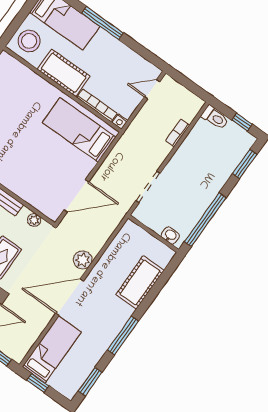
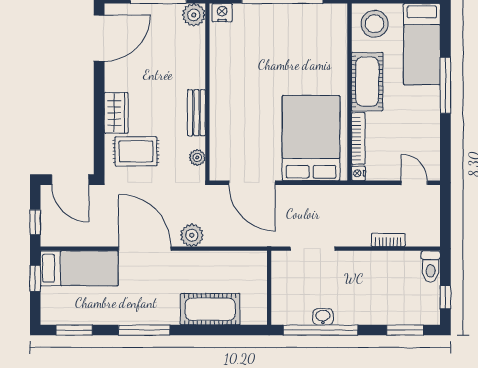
bed: (79, 130) -> (311, 138), width x1.50
washbasin: (170, 235) -> (323, 317), moved, turned -90

